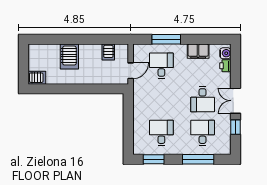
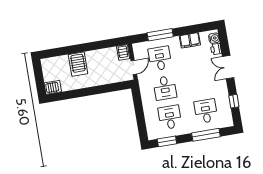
server rack: (108, 52) -> (123, 52), moved
desk: (203, 99) -> (165, 88), moved
double door: (236, 101) -> (228, 67), moved

